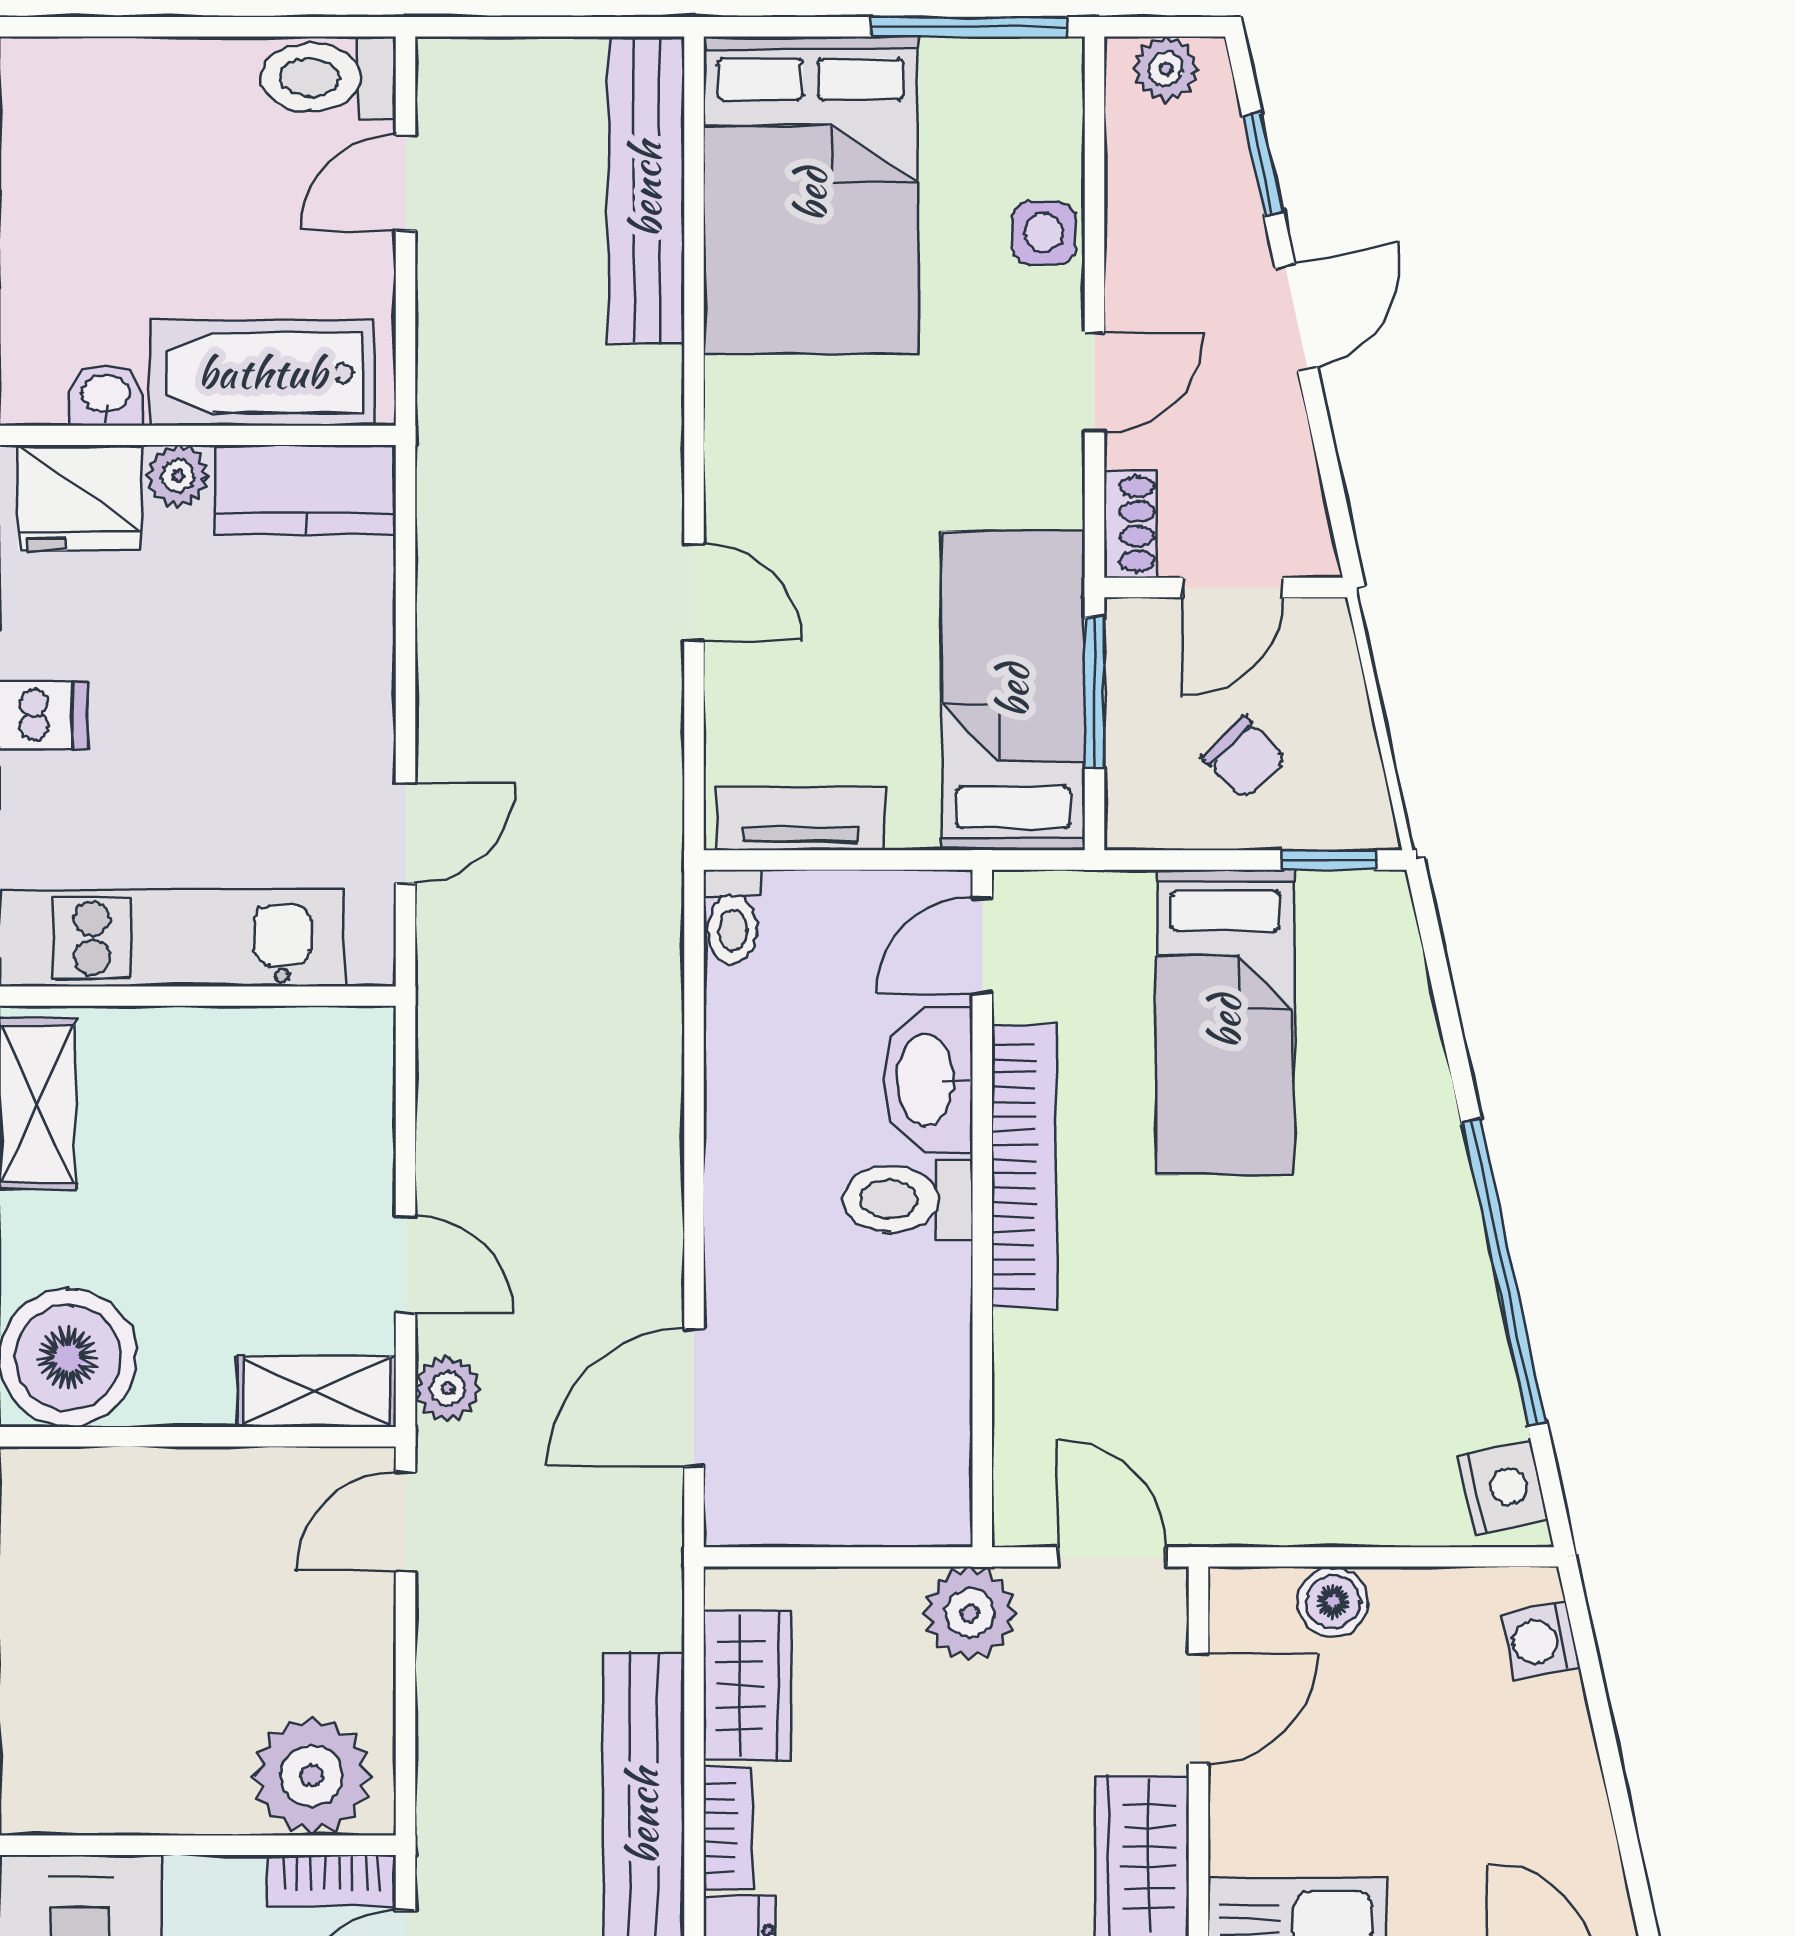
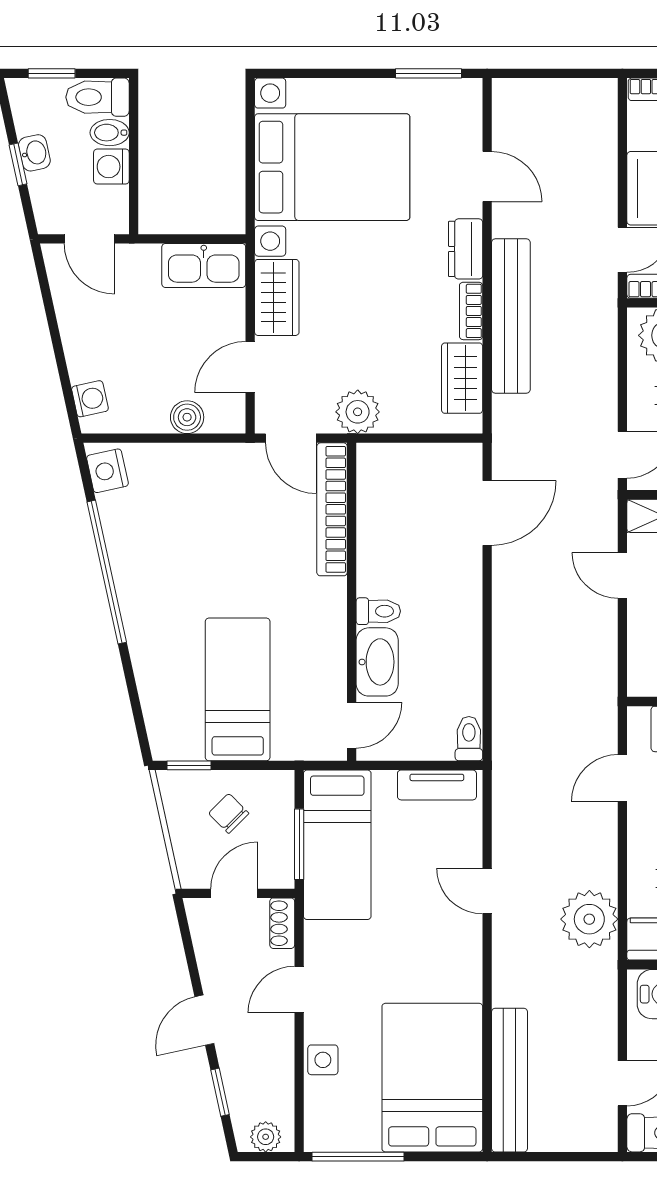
bookcase: (1024, 1166) -> (332, 509), moved
toilet: (907, 1199) -> (378, 611), width x0.73, depth x0.72
plant: (448, 1389) -> (589, 919), moved, width x1.87, depth x1.87

